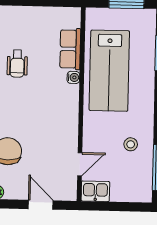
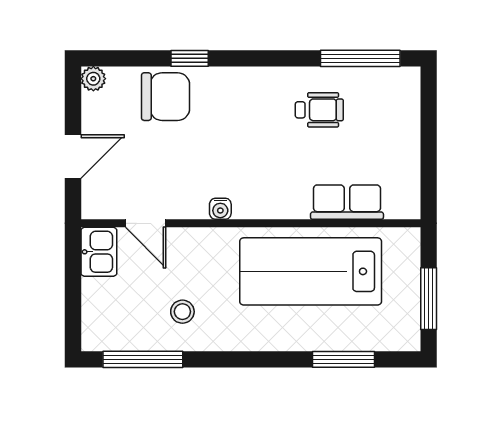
wheelchair: (17, 64) -> (319, 110), turned 180
water cooler: (73, 77) -> (220, 209), moved

